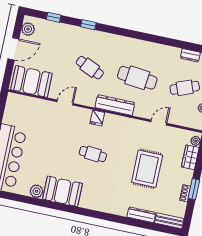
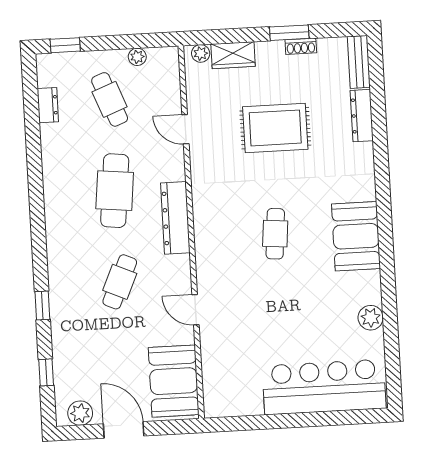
fridge: (97, 118) -> (208, 243), removed
booth: (62, 191) -> (356, 236), moved

